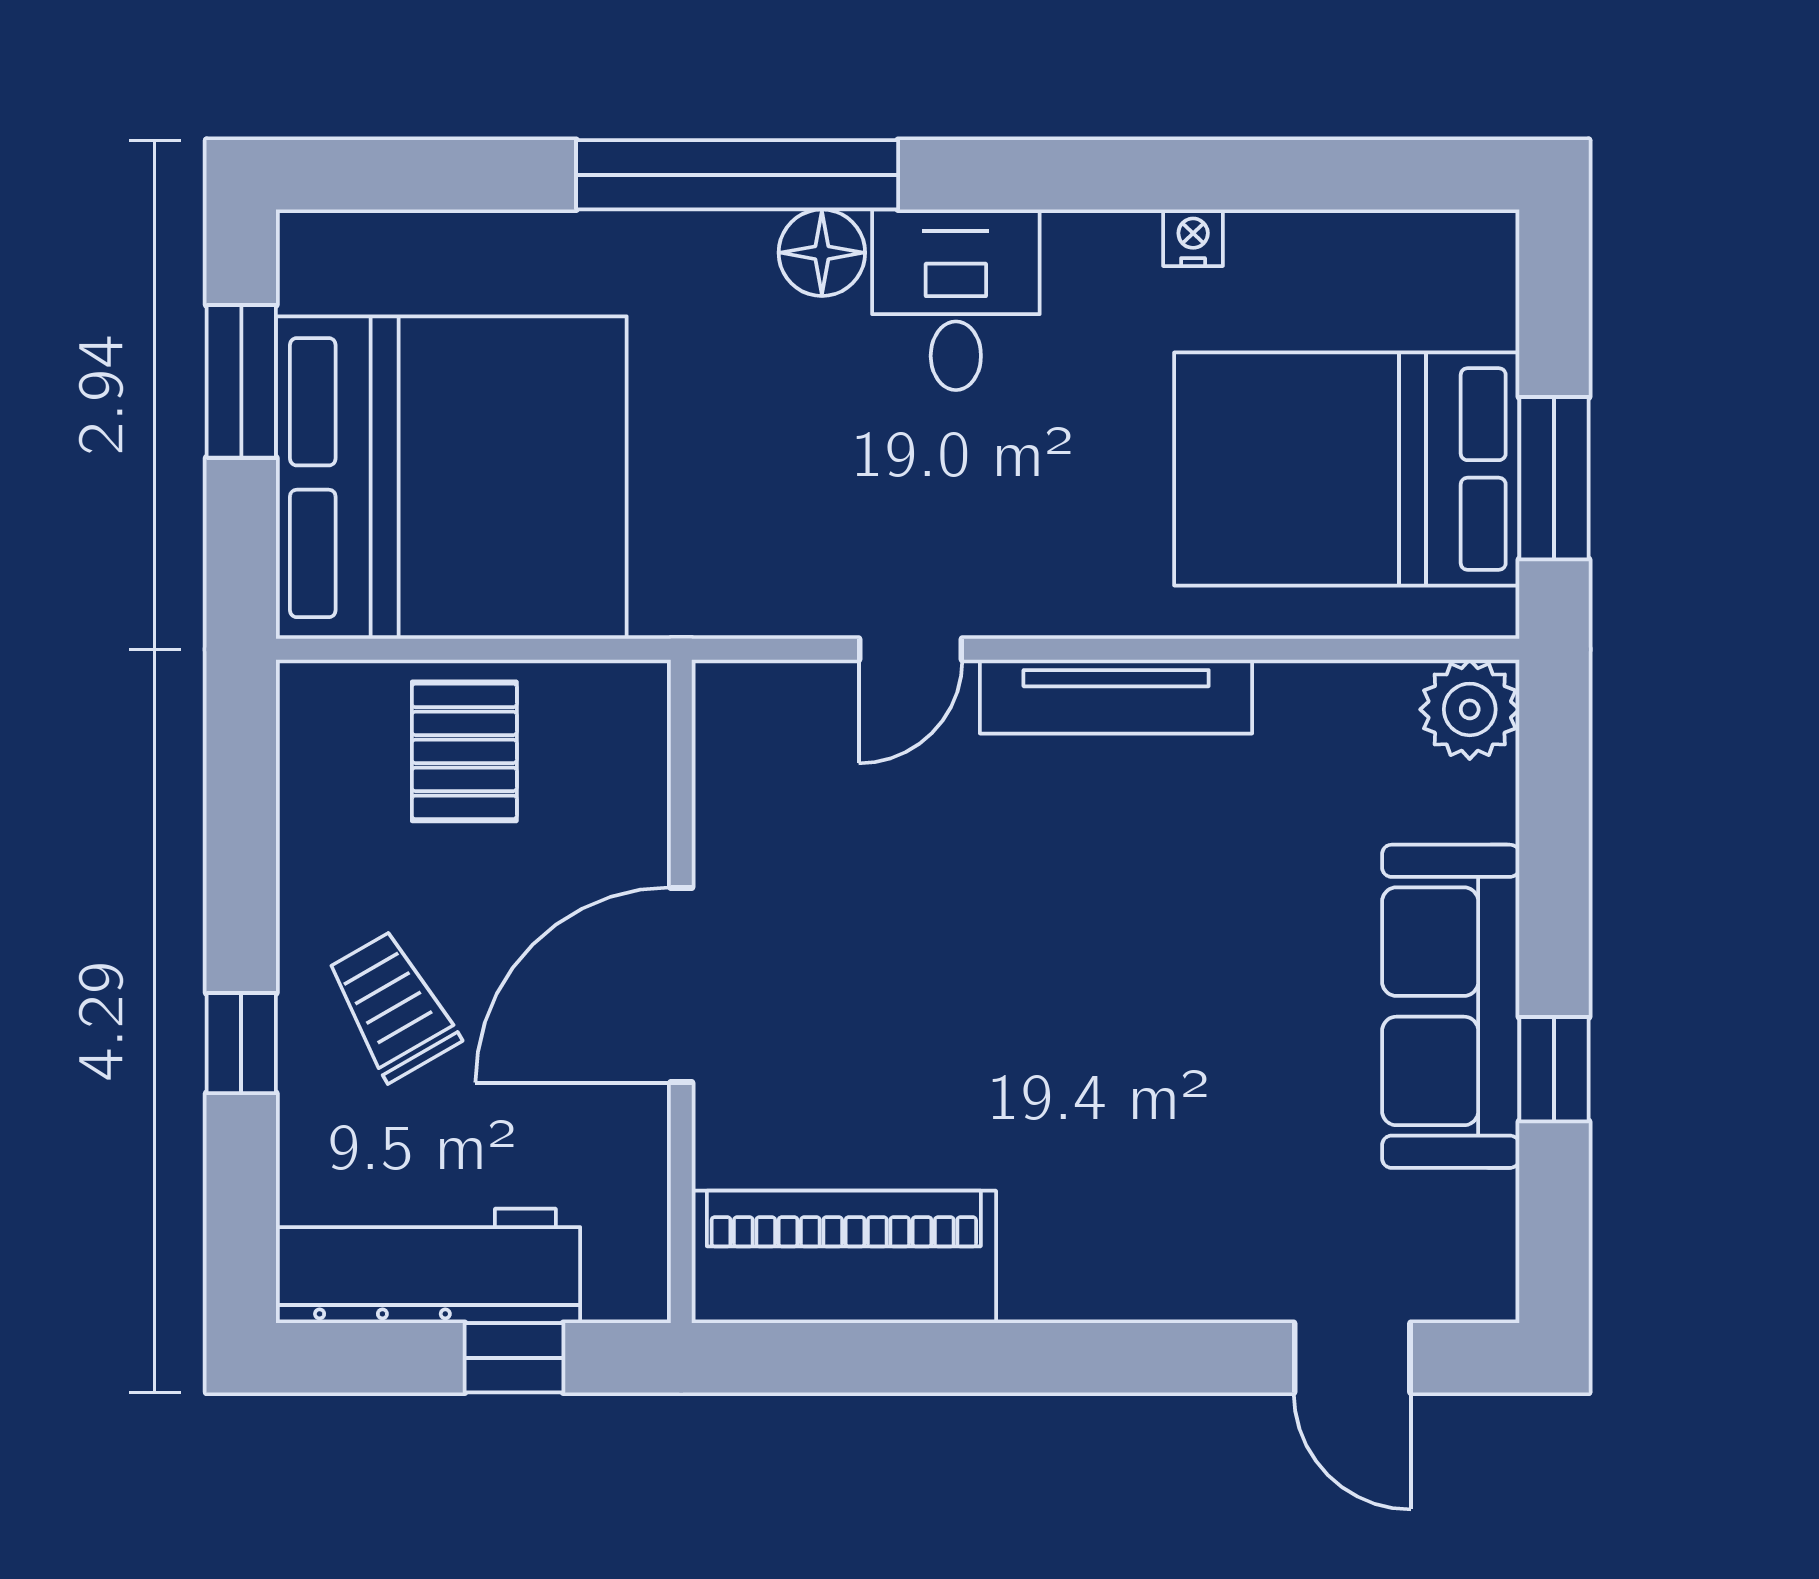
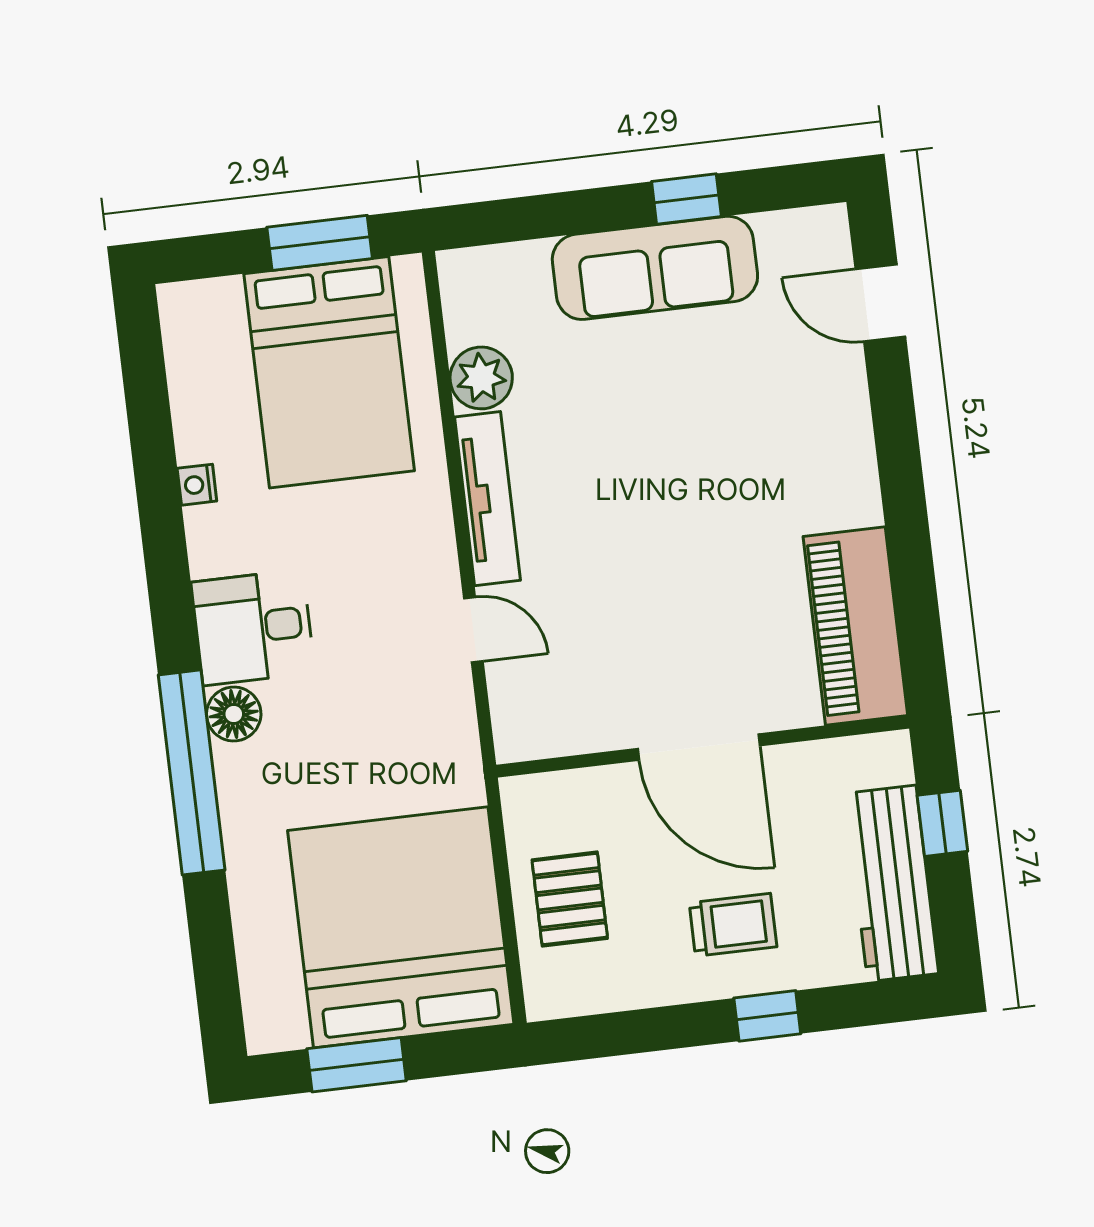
plant: (1470, 709) -> (481, 378), moved
pallet: (464, 751) -> (570, 899), turned 90
trolley: (393, 1006) -> (733, 925), turned -150
door: (1352, 1358) -> (880, 303), swing flipped

